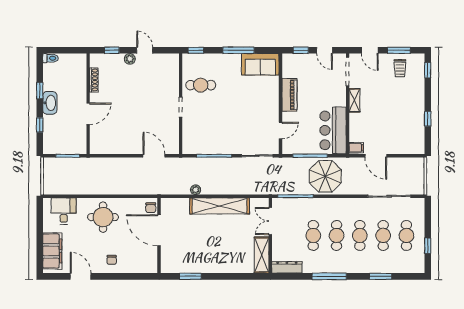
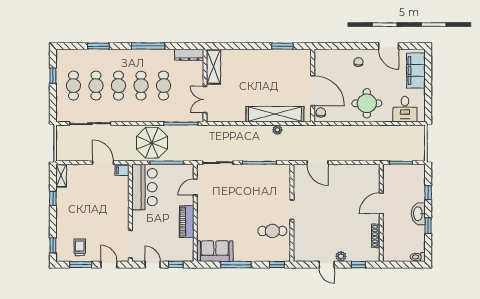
shelving: (354, 100) -> (61, 176), moved
shelving: (220, 206) -> (275, 114), moved
double door: (270, 221) -> (205, 100), swing flipped

